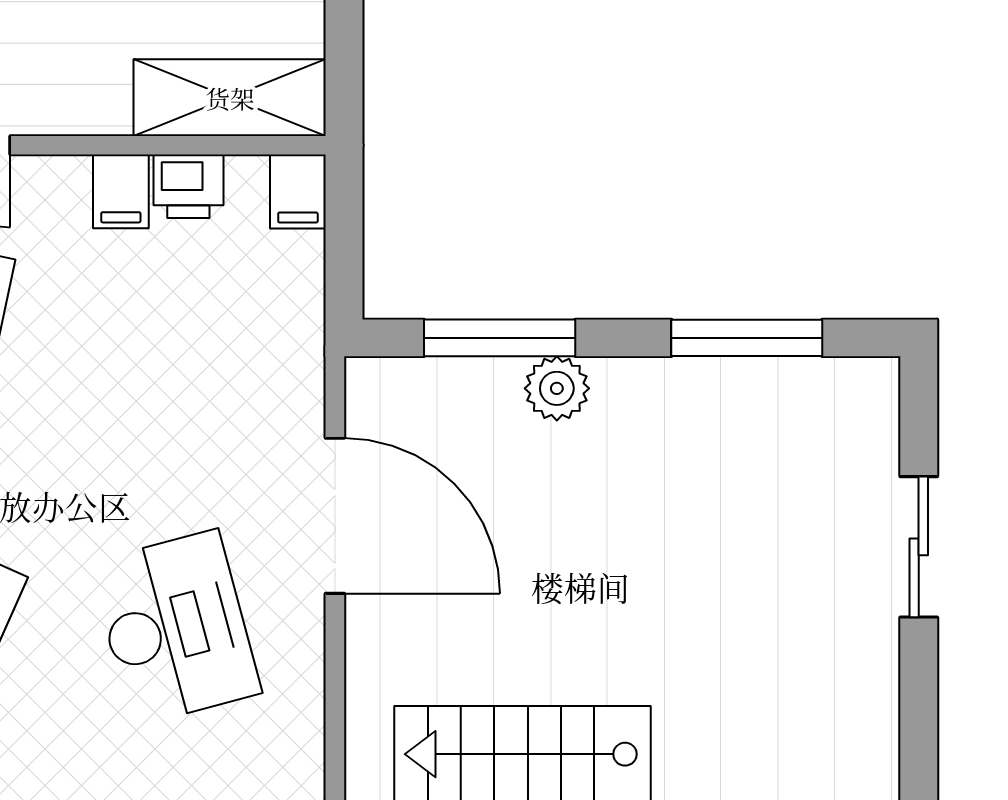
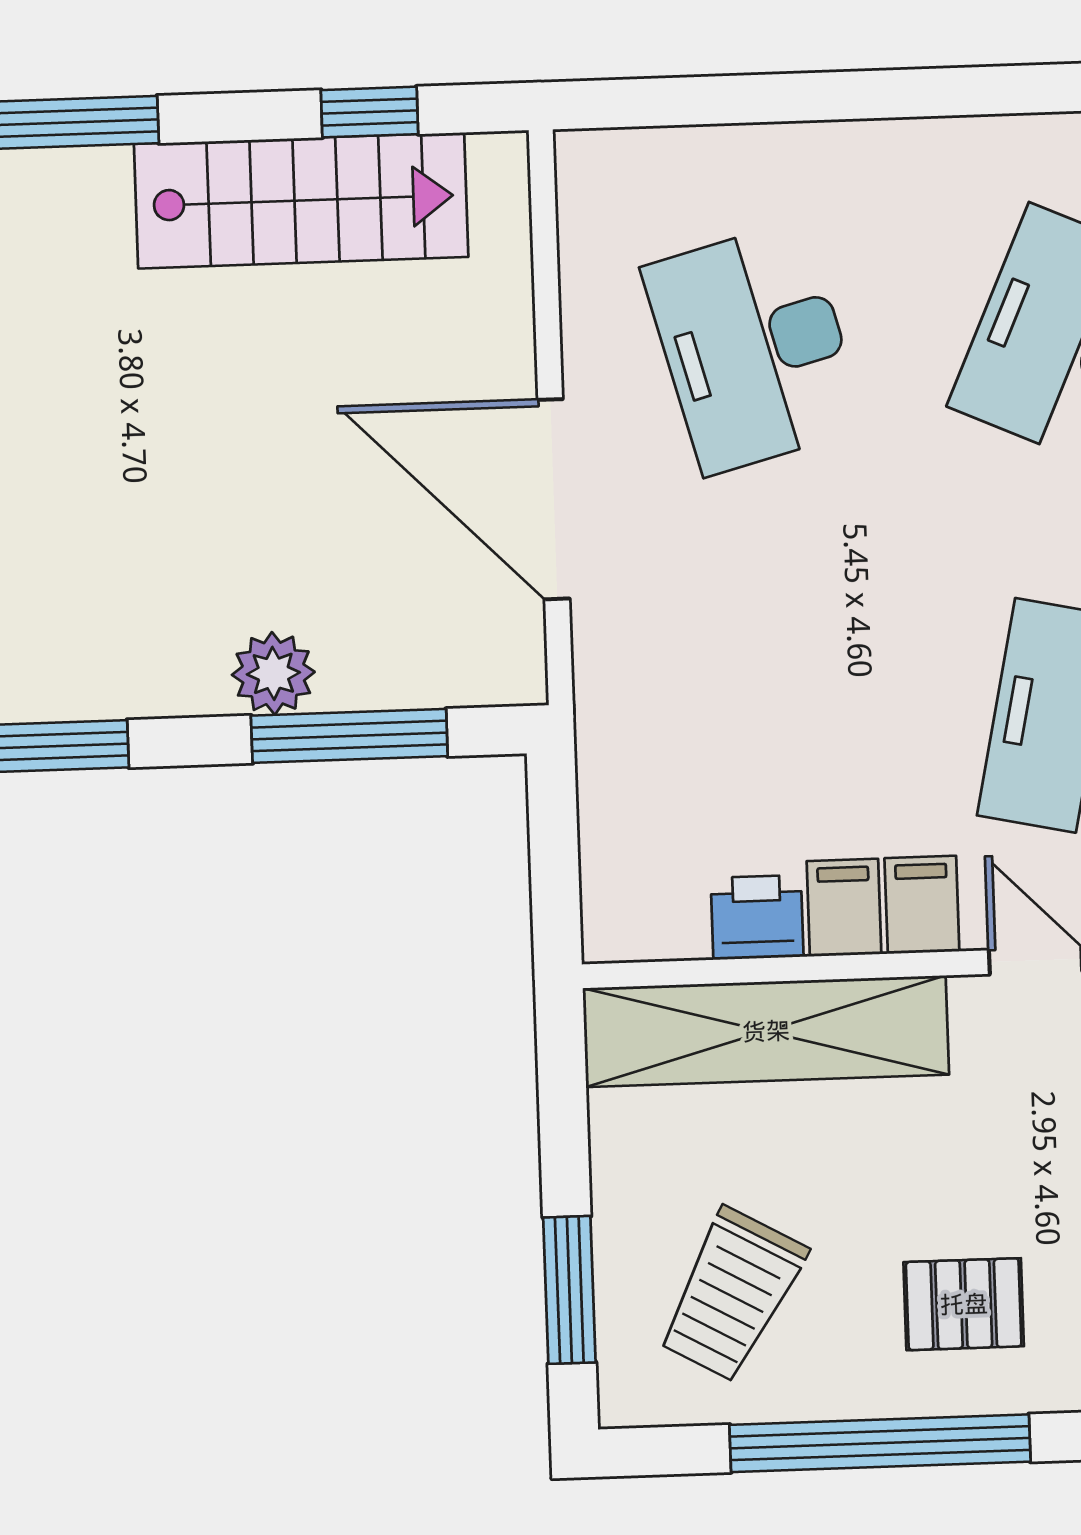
shelving: (230, 98) -> (766, 1031), width x1.47
filing cabinet: (298, 192) -> (922, 905), moved

